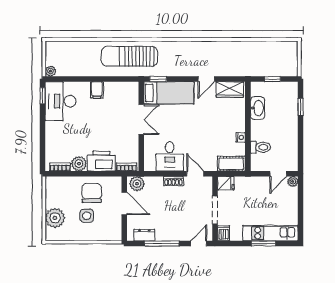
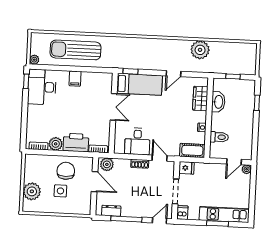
plant: (234, 51) -> (200, 50), added
sun lounger: (129, 56) -> (76, 50), moved
wardrobe: (230, 90) -> (200, 99), moved, turned 90

